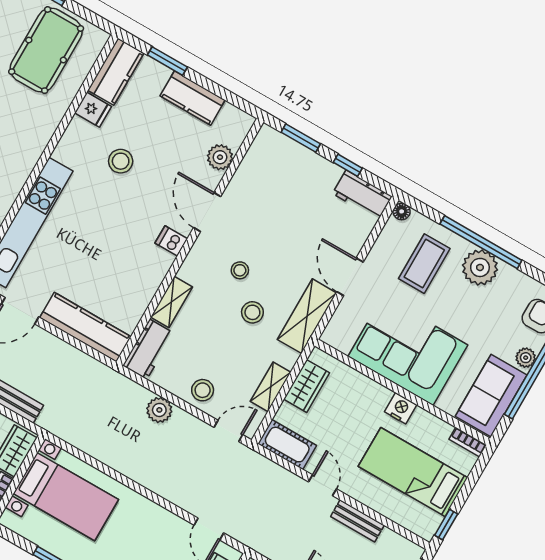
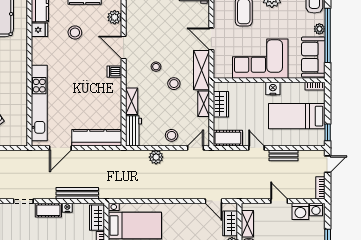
stool: (121, 161) -> (75, 32), moved
shelving: (271, 387) -> (204, 104), moved

